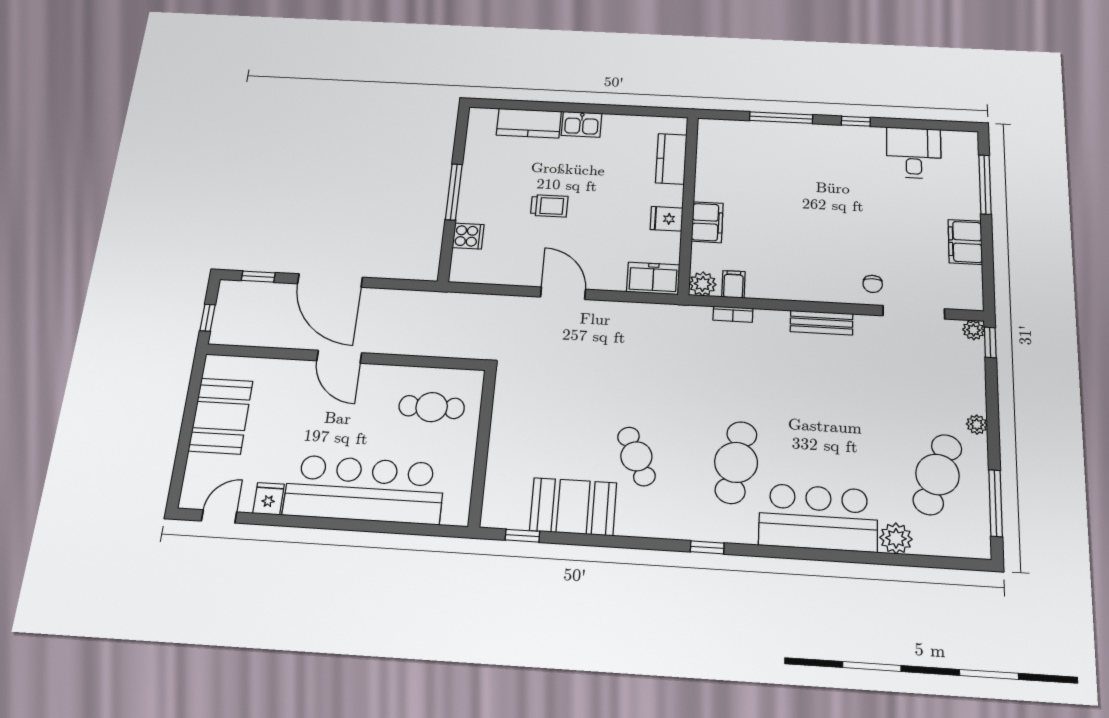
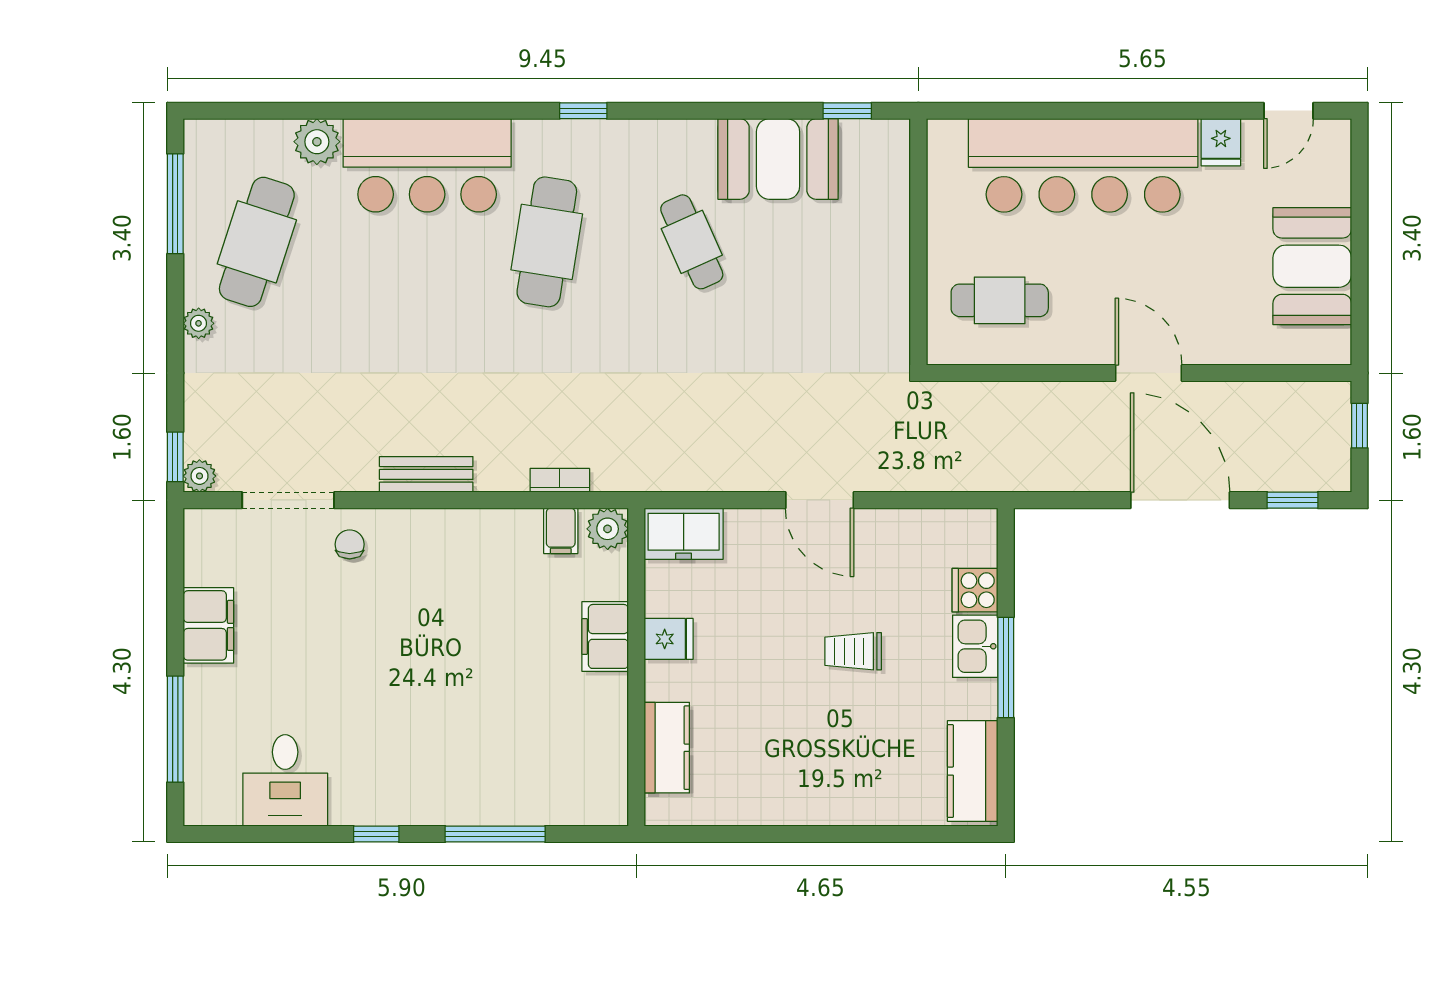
kitchen counter: (529, 123) -> (973, 771), moved, turned -90
kitchen sink: (582, 124) -> (975, 646), moved, turned -90

